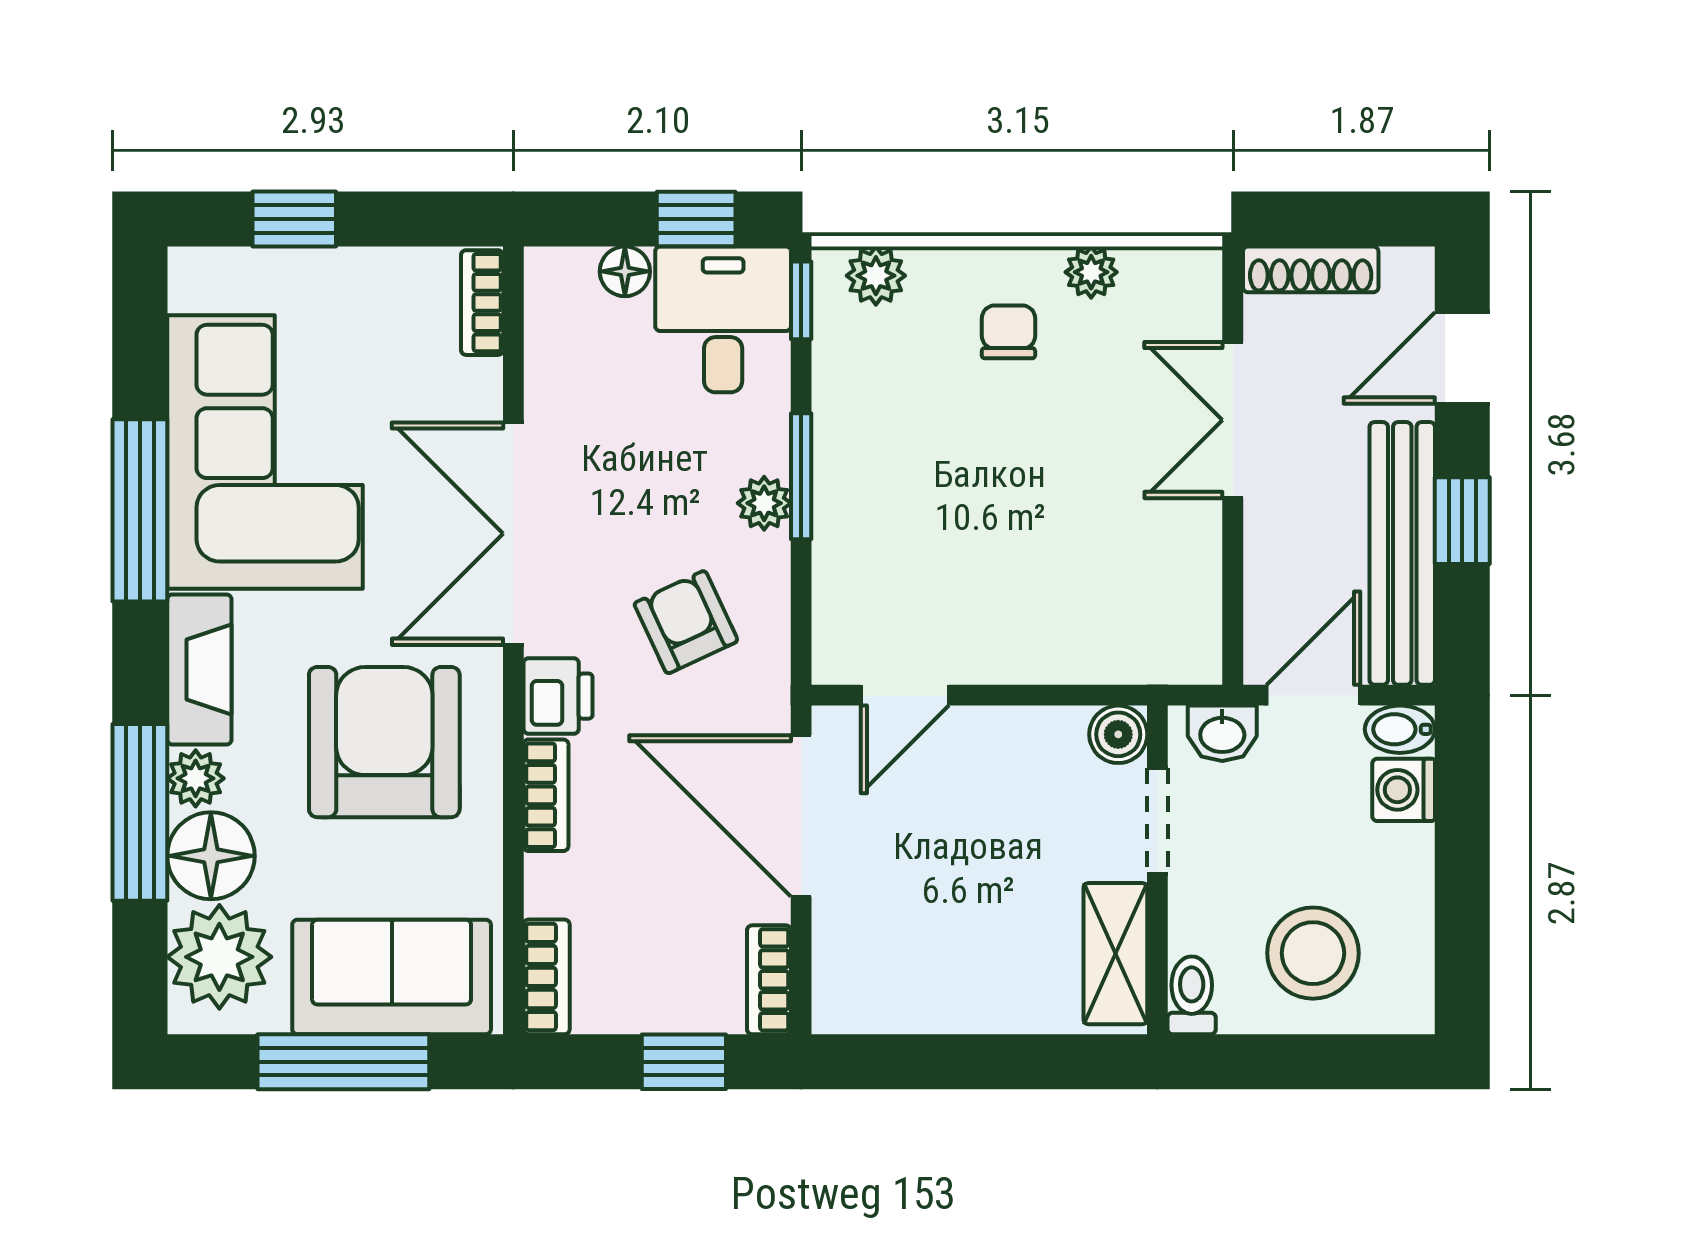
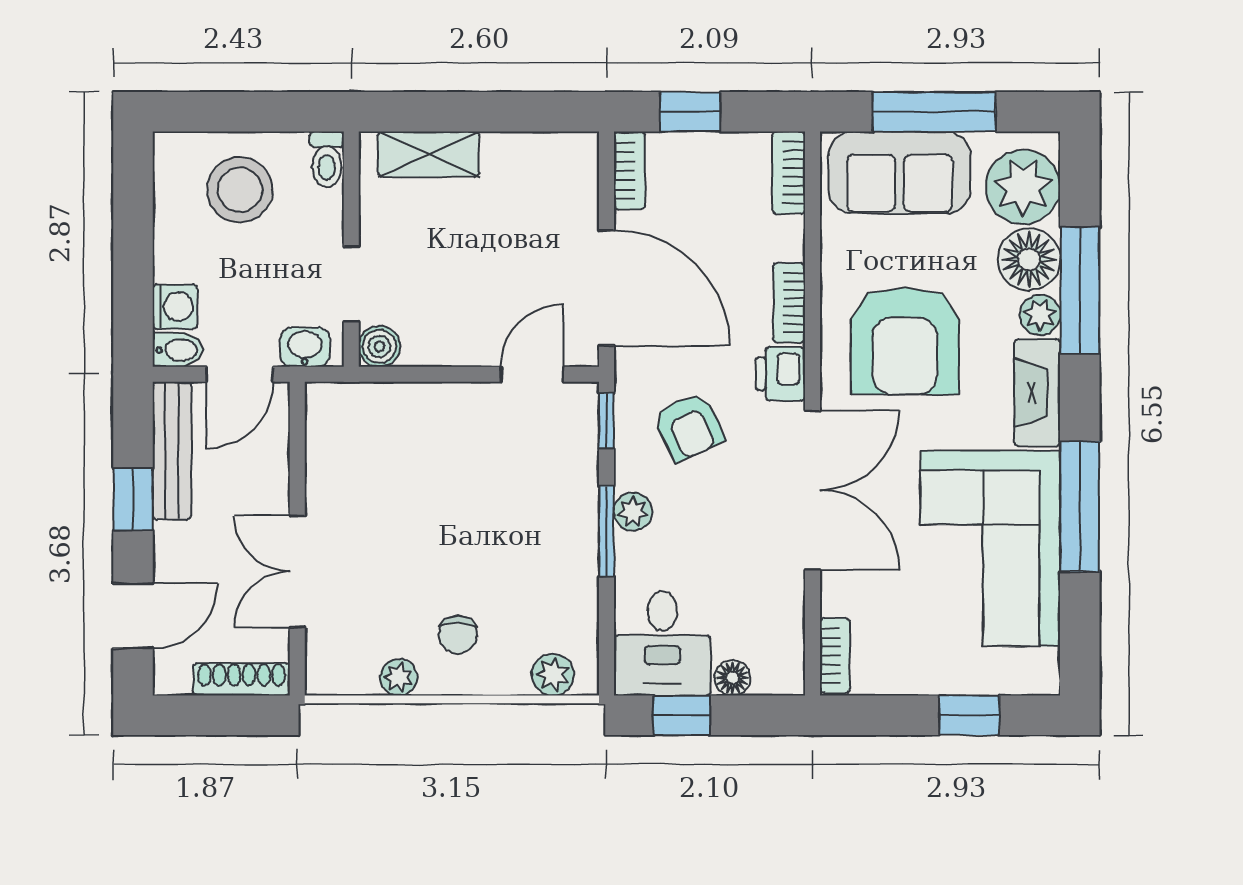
window: (801, 300) -> (606, 421), moved
double door: (1233, 420) -> (297, 571), swing flipped
bench: (1402, 553) -> (172, 451), width x0.73, depth x0.82
shelving: (1115, 954) -> (429, 154), moved, turned 90

